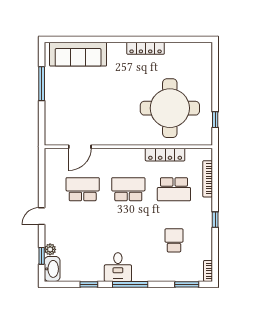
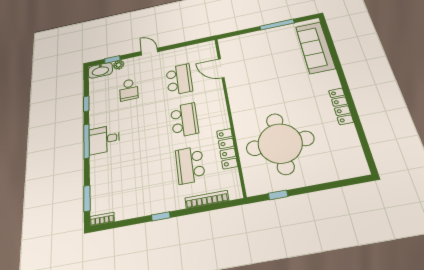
school desk: (174, 240) -> (129, 90), moved, turned 90
desk: (118, 267) -> (104, 139), moved

